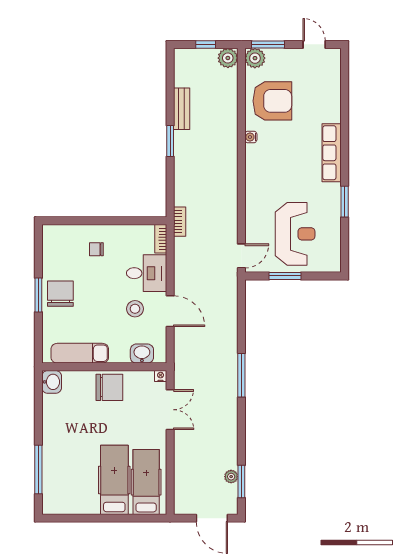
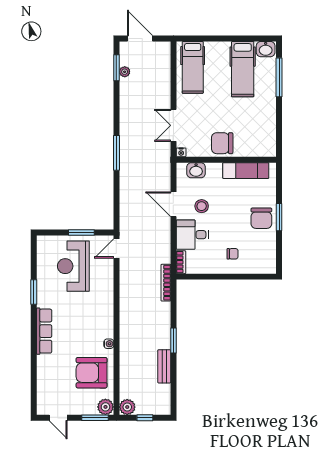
bookcase: (180, 222) -> (166, 283), width x1.56
washbasin: (52, 382) -> (266, 49), moved, turned -90
hospital bed: (114, 480) -> (243, 69), moved

